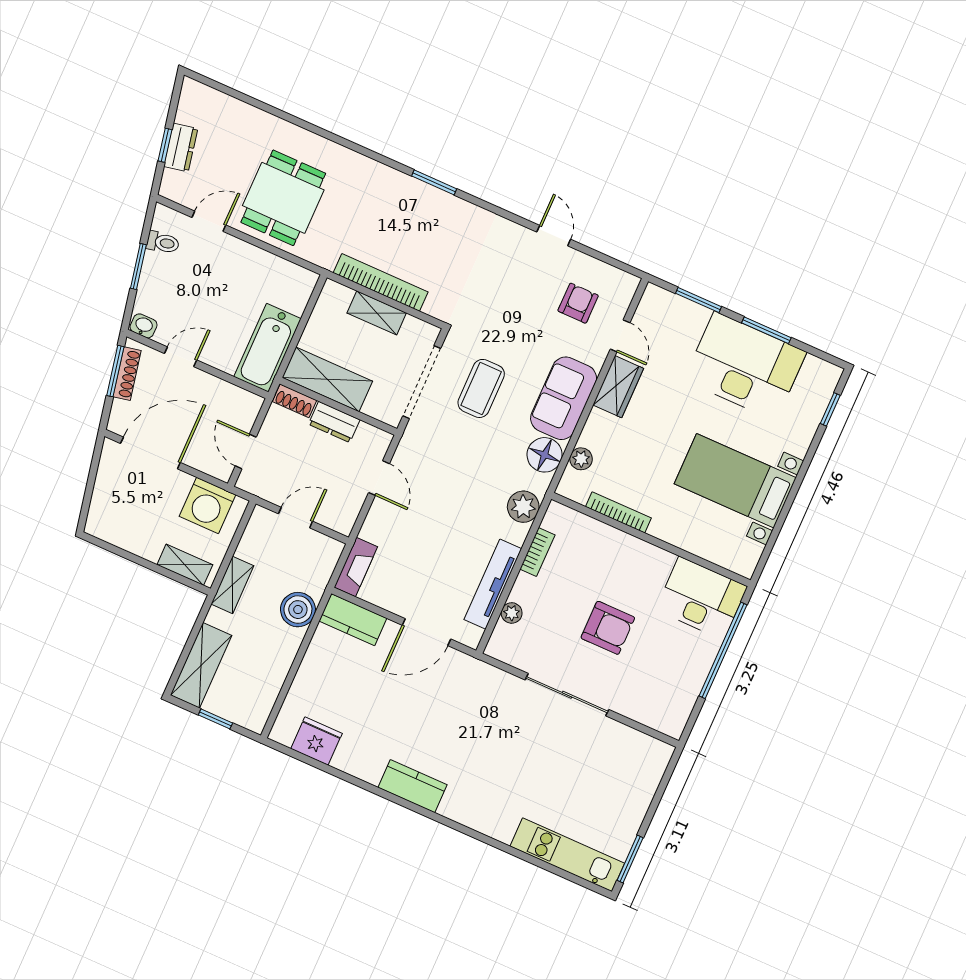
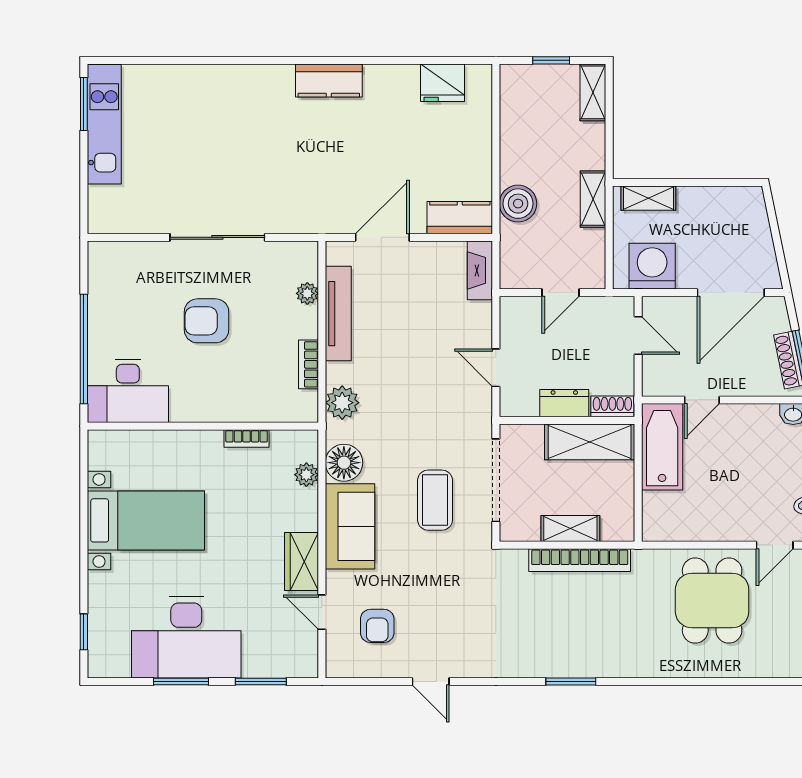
door: (181, 357) -> (702, 400), moved
bookcase: (618, 512) -> (247, 439), width x0.64
shelving: (201, 665) -> (593, 92), width x0.67, depth x0.75
kitchen unit: (567, 855) -> (104, 124), moved, turned -90

